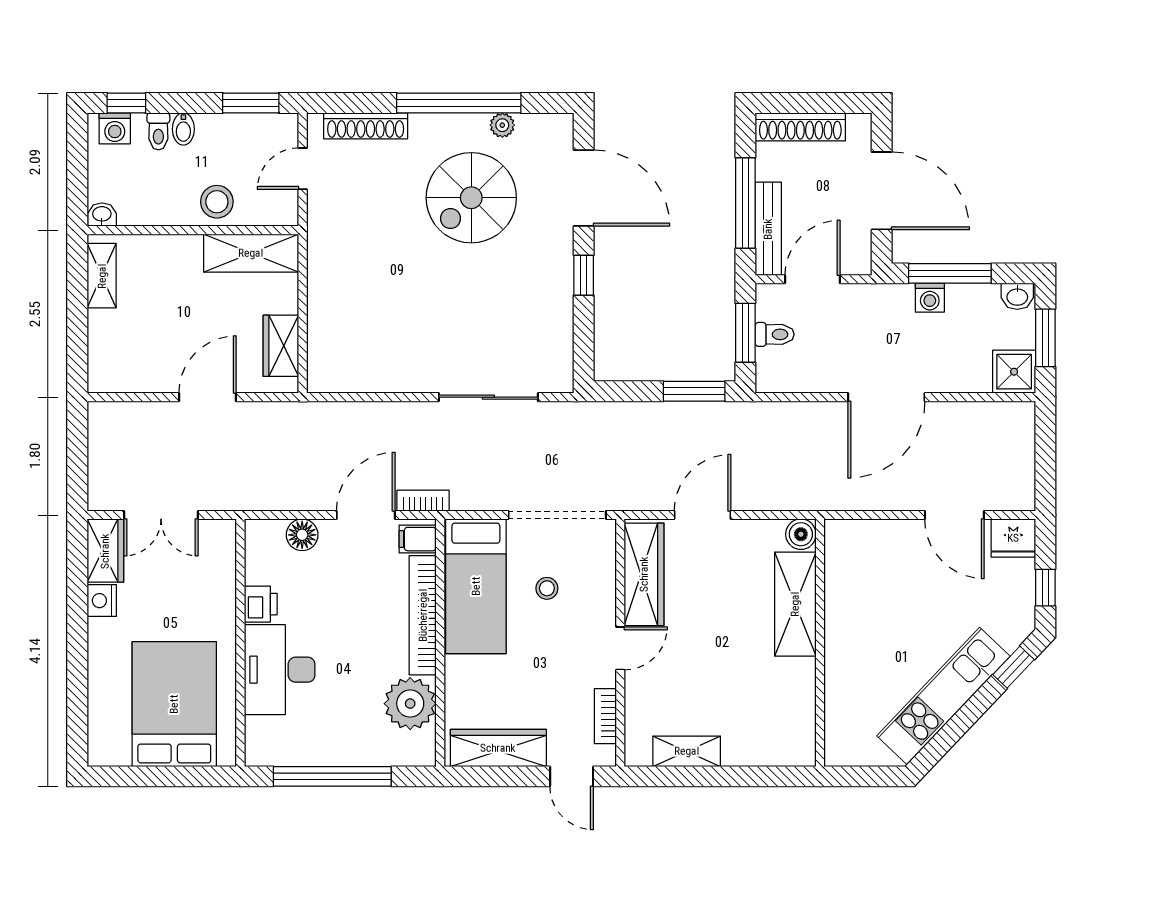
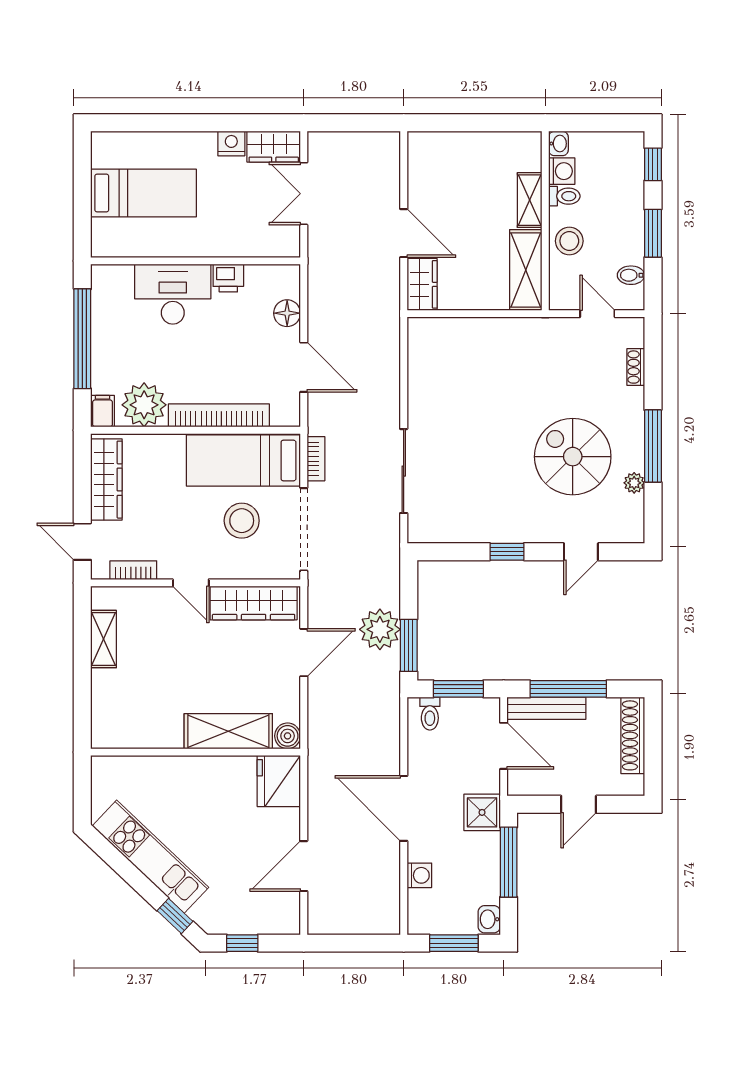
window: (251, 103) -> (653, 233), moved
window: (459, 103) -> (653, 446), width x0.68
shoe rack: (366, 126) -> (636, 367), width x0.51, depth x0.81
washing machine: (115, 128) -> (562, 171), moved, turned 180
bidet: (183, 129) -> (631, 275), moved
toilet: (158, 131) -> (564, 196), moved, turned 180
door: (584, 188) -> (581, 552), width x0.53
door: (882, 191) -> (579, 804), width x0.53
shelving: (102, 276) -> (530, 200), moved, turned 90
washing machine: (930, 298) -> (419, 875), moved, turned 180
toilet: (775, 334) -> (430, 714), moved
wardrobe: (281, 346) -> (422, 284), moved, turned 90
shower: (1014, 372) -> (482, 812), moved
plant: (675, 425) -> (380, 629), added
bookcase: (423, 501) -> (316, 459), moved
door: (703, 515) -> (304, 653), hinge flipped
fridge: (1013, 538) -> (279, 781), moved, width x1.36, depth x1.34
filing cabinet: (418, 539) -> (102, 411), moved
stool: (547, 588) -> (242, 521), width x1.89, depth x1.89
bed: (174, 704) -> (144, 193), width x0.67
door: (572, 776) -> (82, 542), hinge flipped

